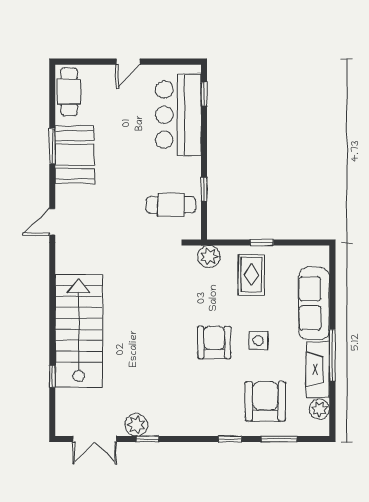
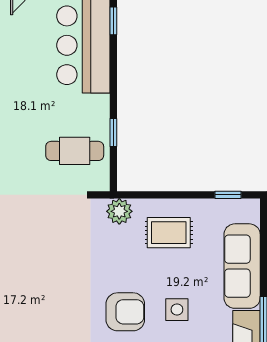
window: (262, 243) -> (228, 195), moved
rug: (251, 275) -> (169, 233), turned 90
armchair: (214, 342) -> (125, 312), turned 90

